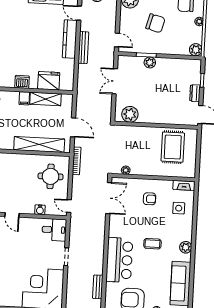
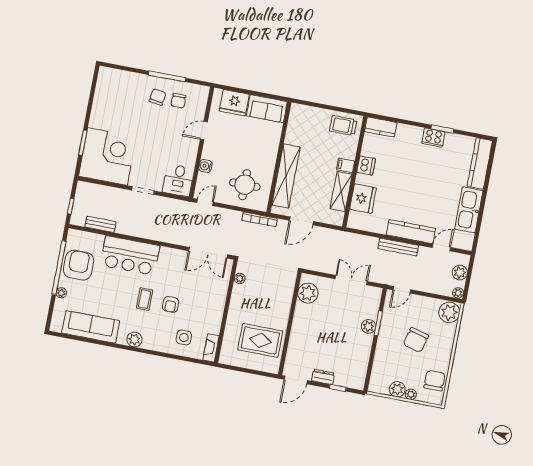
plant: (196, 50) -> (397, 389), moved
armchair: (150, 199) -> (171, 304), moved

